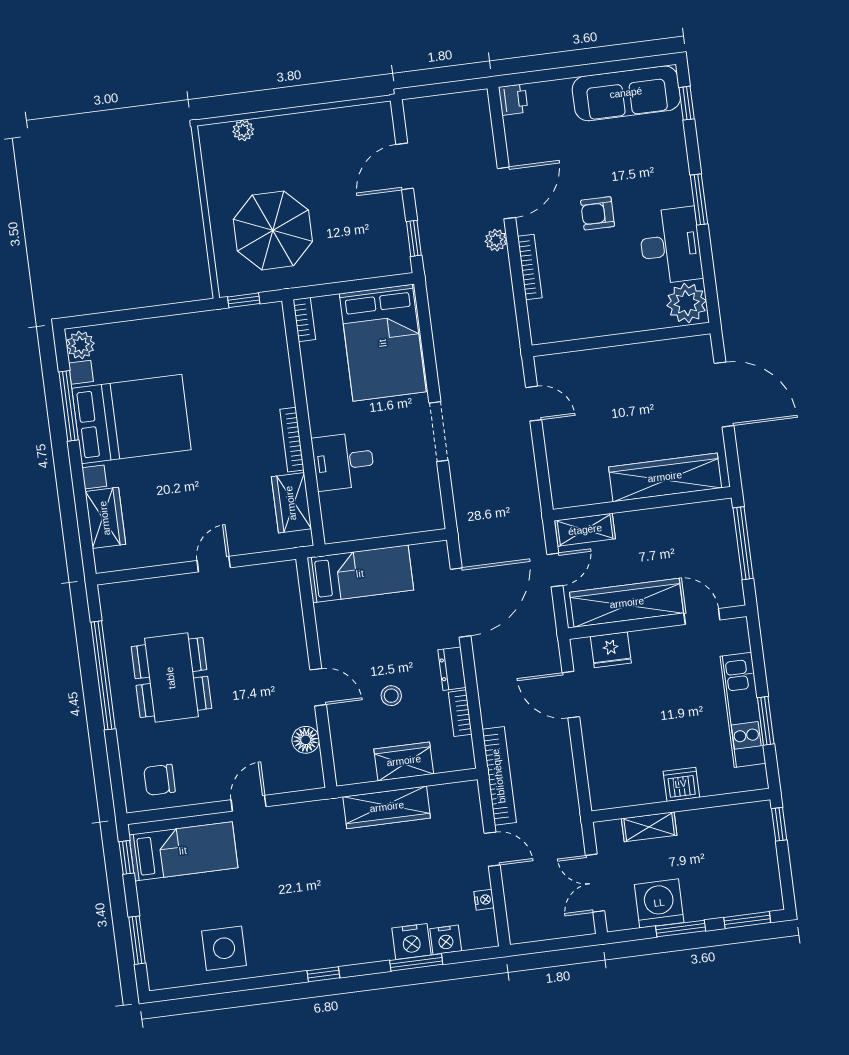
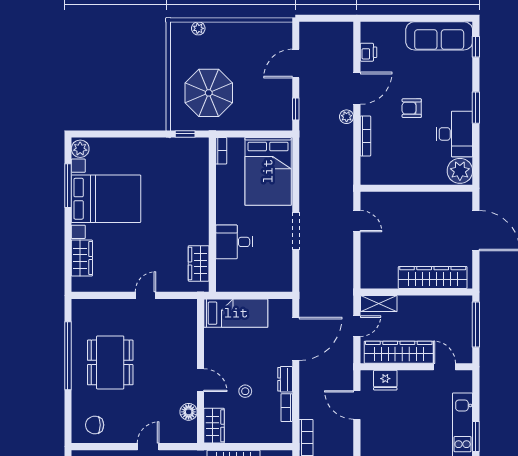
printer: (513, 100) -> (368, 52), moved
bookcase: (292, 440) -> (204, 224), removed
wardrobe: (404, 761) -> (214, 426), moved, turned 90

